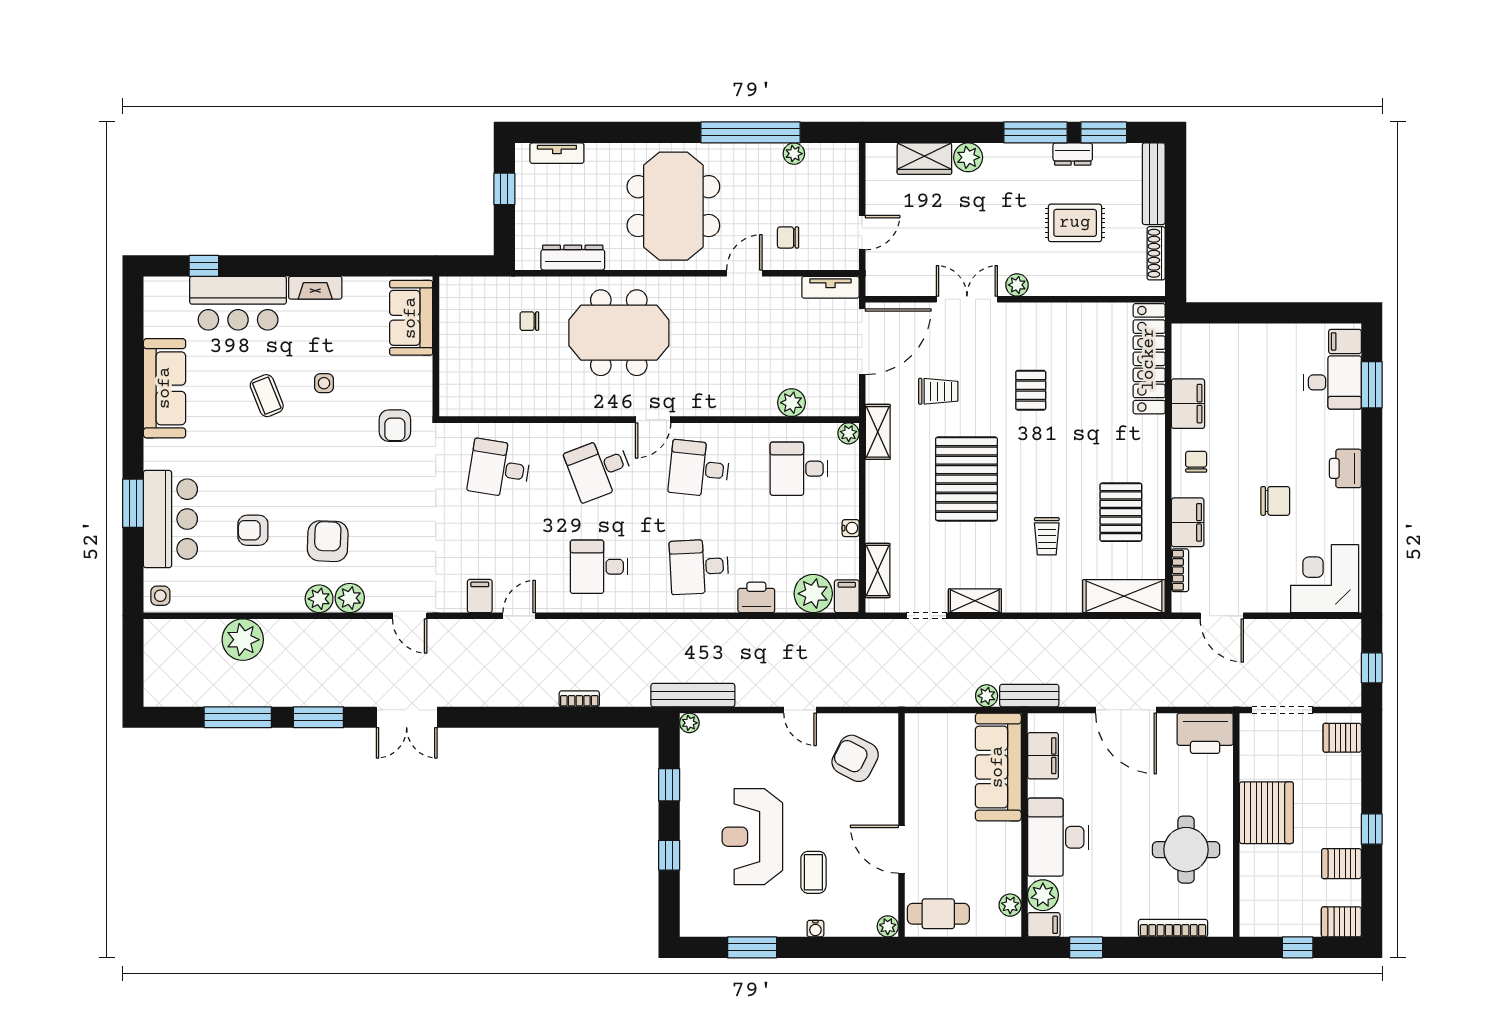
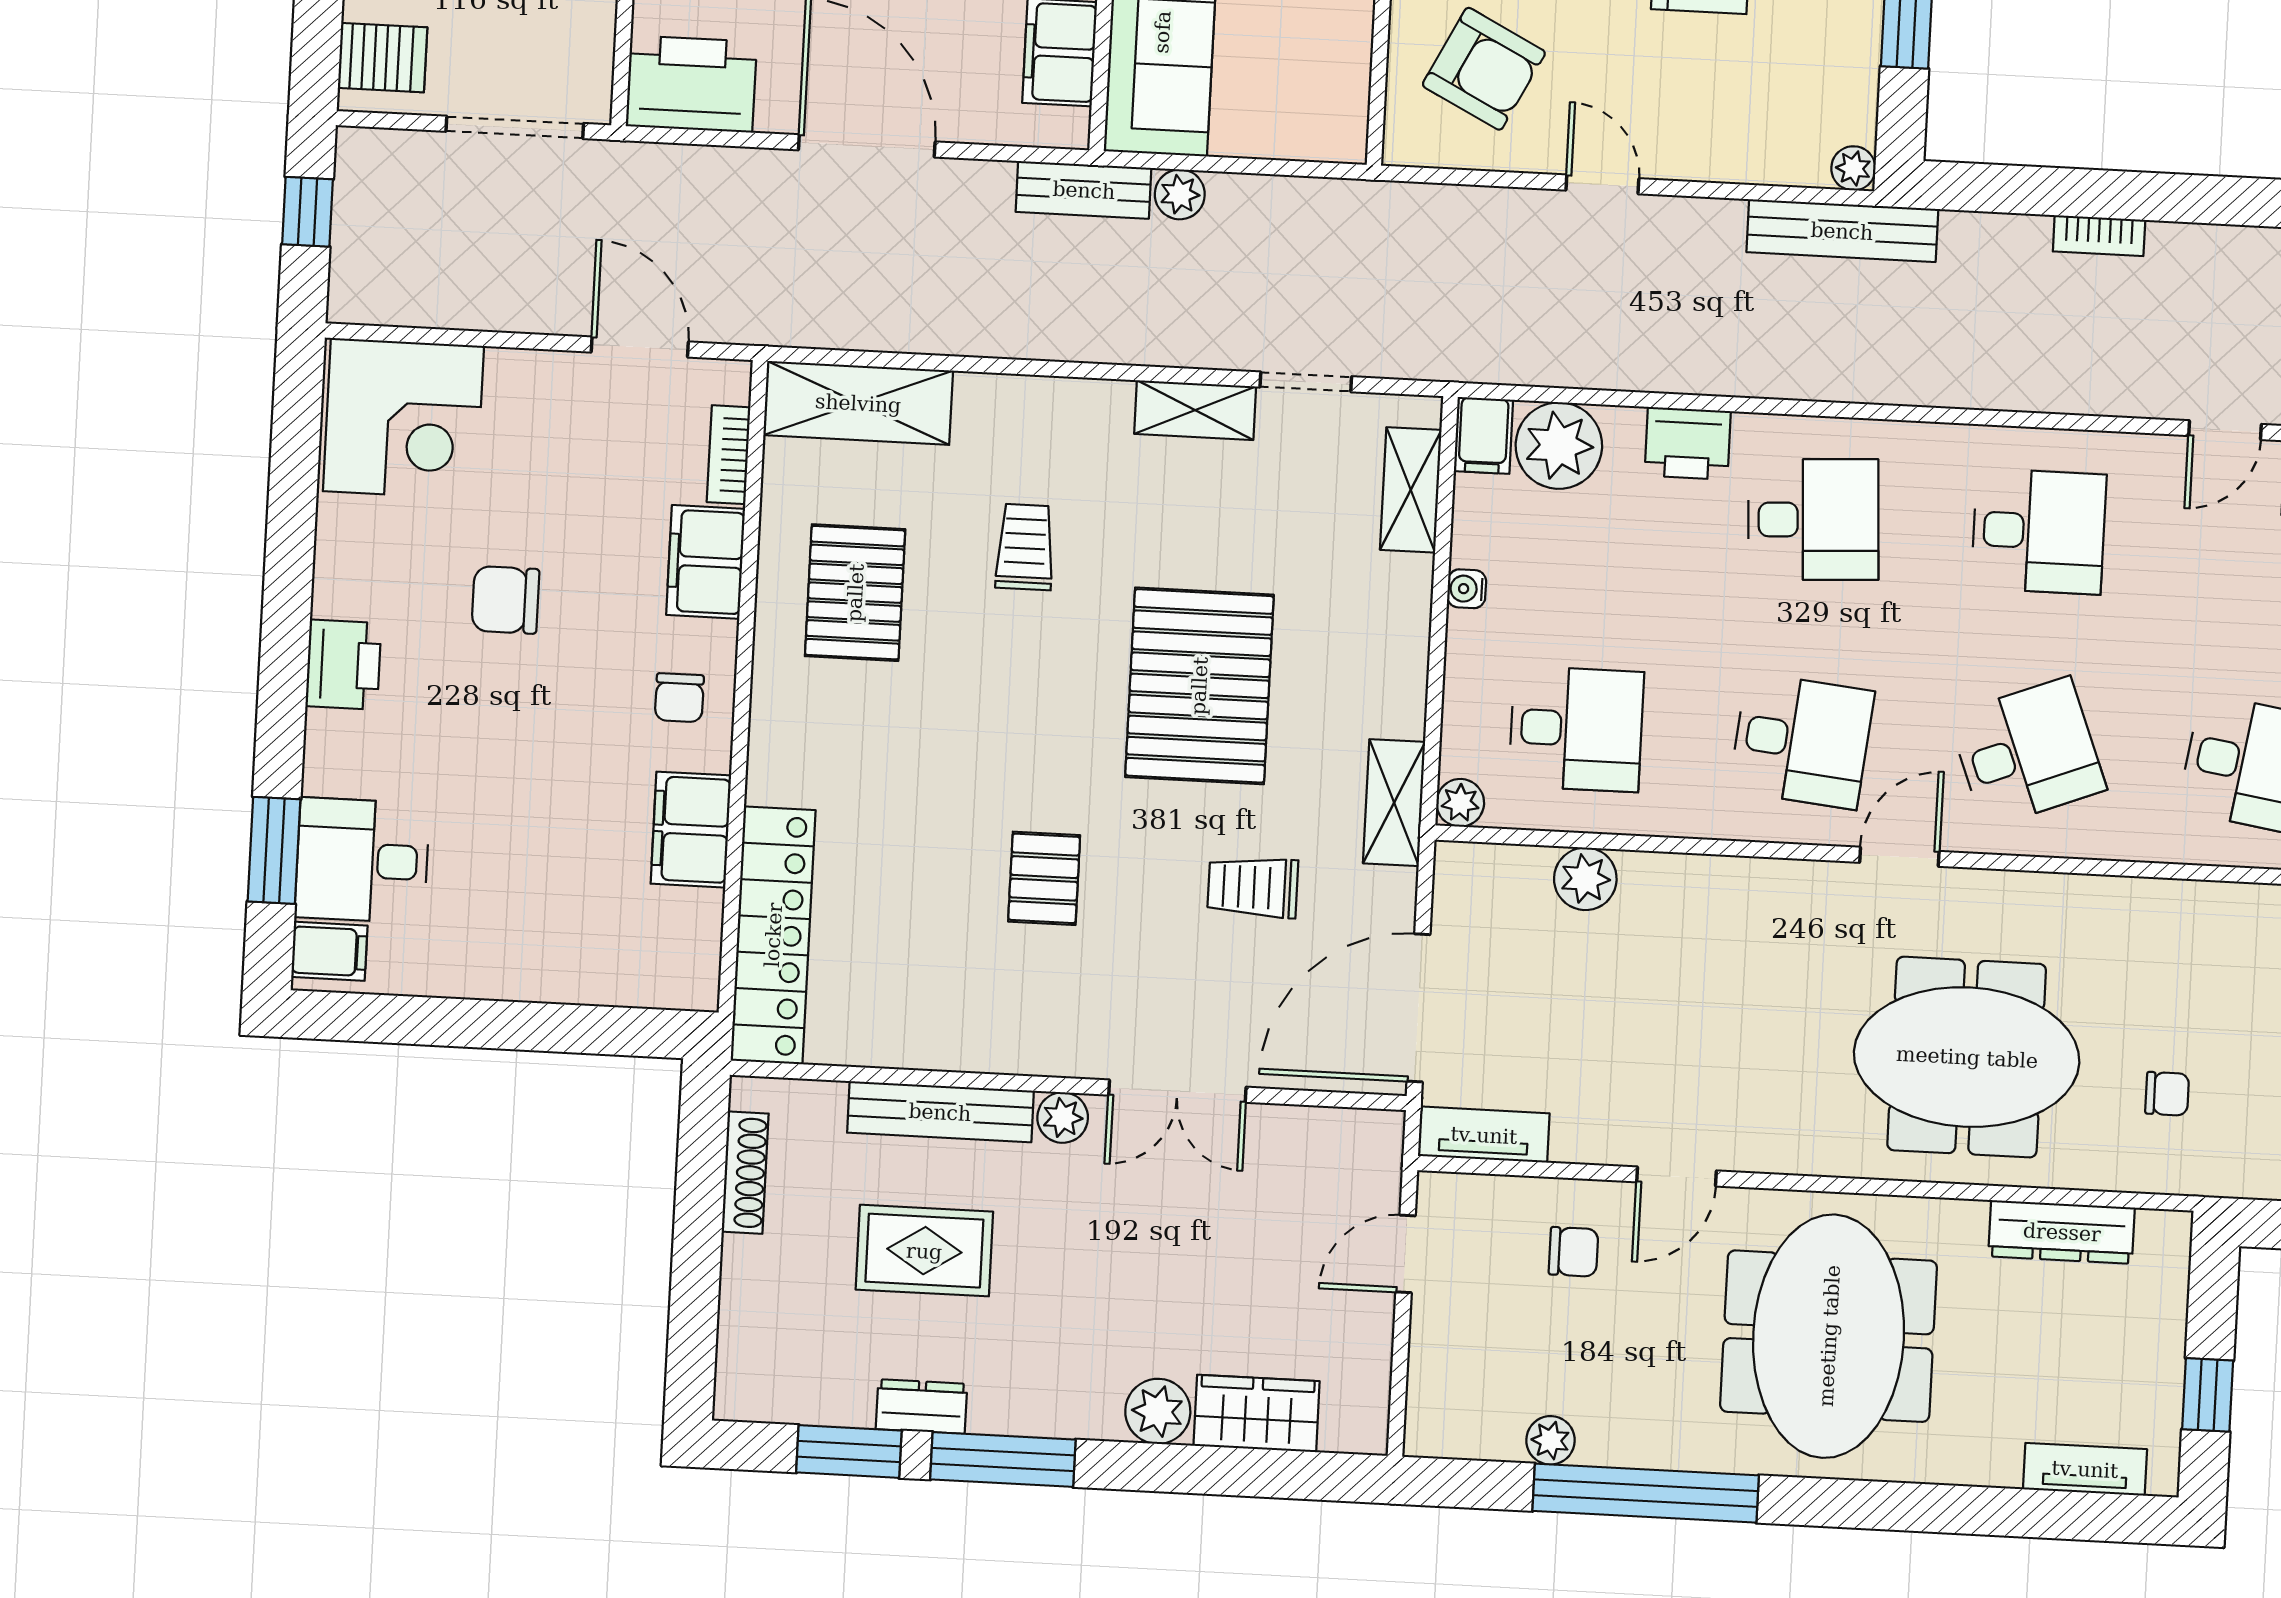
bench: (1154, 184) -> (940, 1112), moved, turned 90

